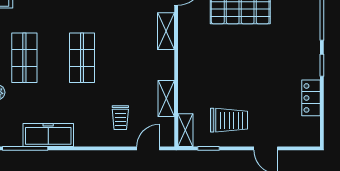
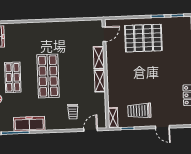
shop shelf: (82, 58) -> (48, 76), width x1.43, depth x1.36
shelving: (166, 98) -> (100, 81), moved
trolley: (229, 120) -> (139, 111), turned 180

